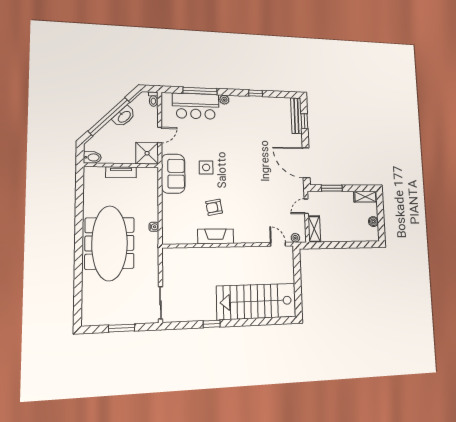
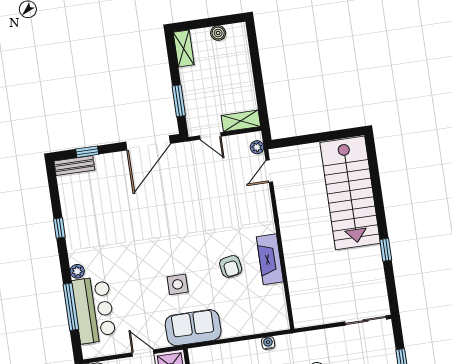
bench: (296, 116) -> (74, 166), width x0.73

